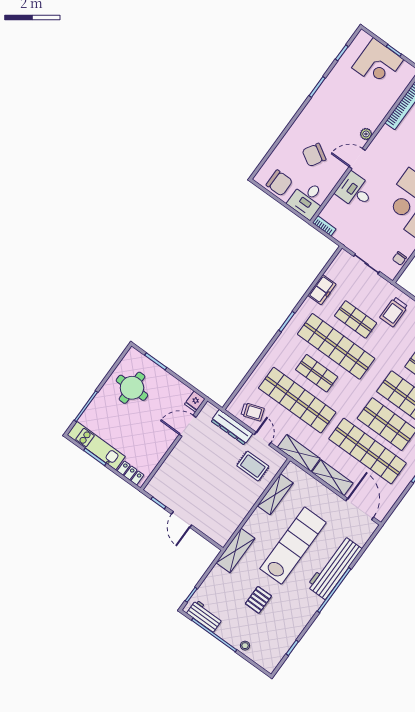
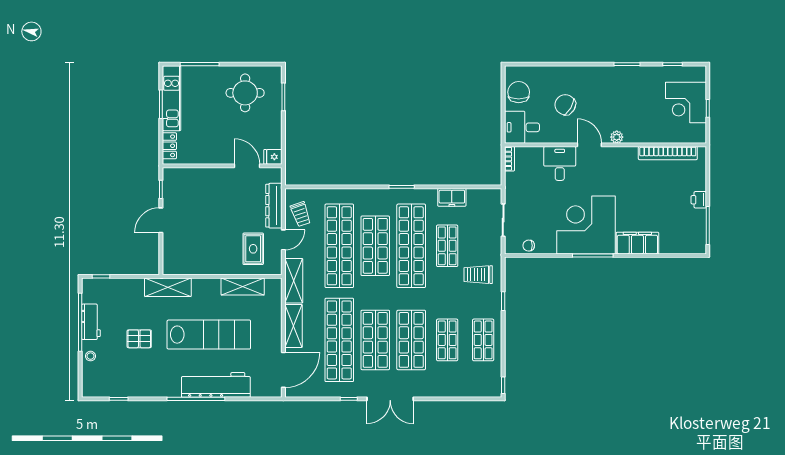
chair: (279, 183) -> (519, 92), turned 180
shop shelf: (317, 373) -> (375, 246), width x1.43, depth x1.36
workbench: (205, 616) -> (91, 322), moved

